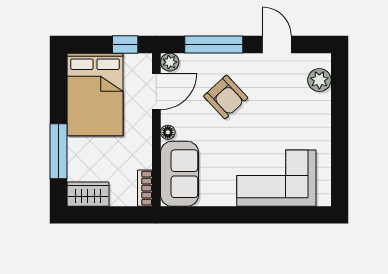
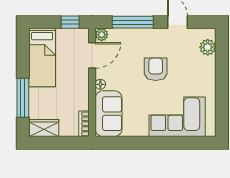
bed: (95, 94) -> (42, 57), width x0.67
armchair: (226, 97) -> (156, 69), moved, turned -137

